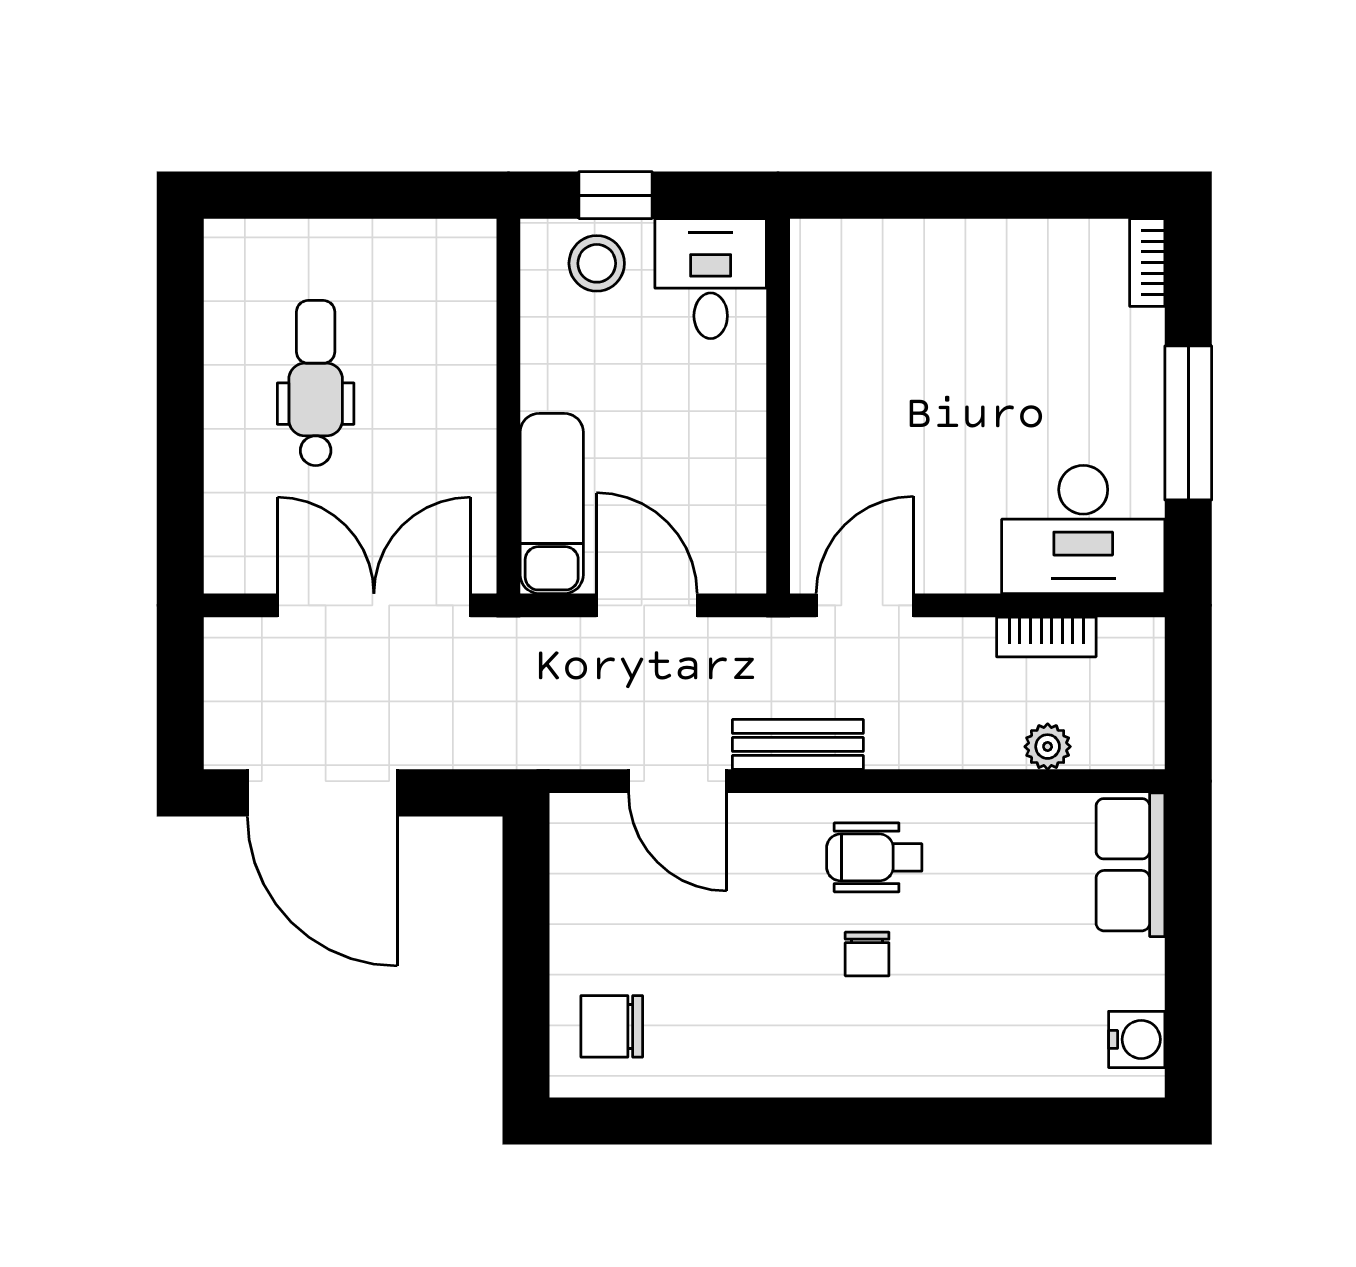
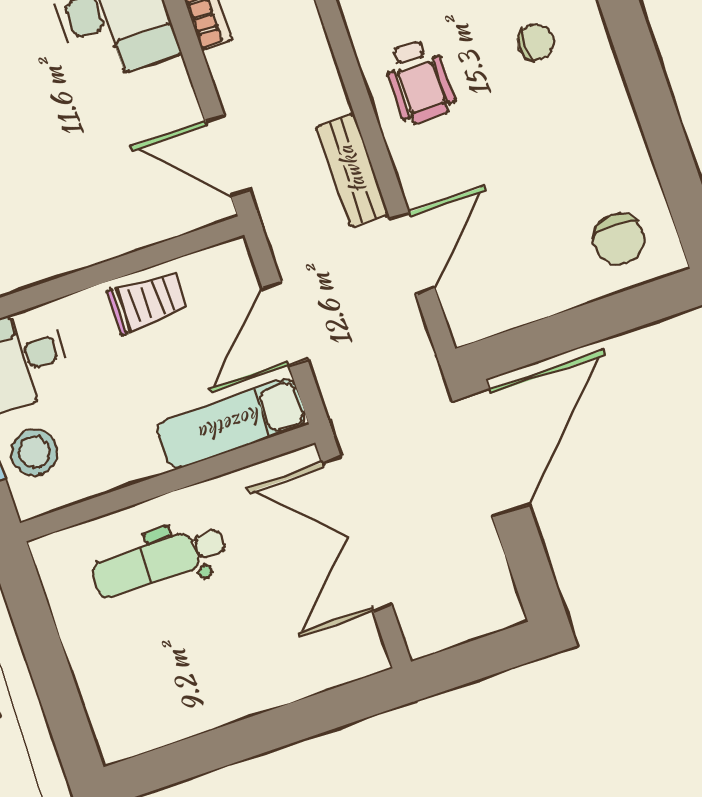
dental chair: (316, 383) -> (159, 561), moved
trolley: (727, 454) -> (147, 302), added
door: (322, 793) -> (491, 453), moved
chair: (867, 954) -> (536, 42), moved

